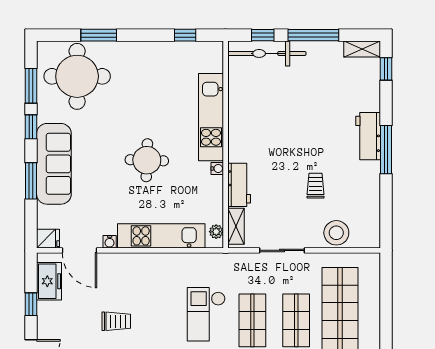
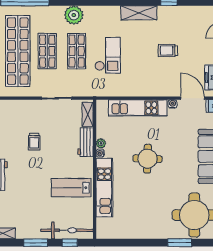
window: (185, 35) -> (122, 243), removed
window: (313, 35) -> (36, 243), width x0.69
lab bench: (261, 117) -> (71, 188), added
plant: (216, 232) -> (101, 143), moved
stool: (336, 233) -> (20, 110), removed

